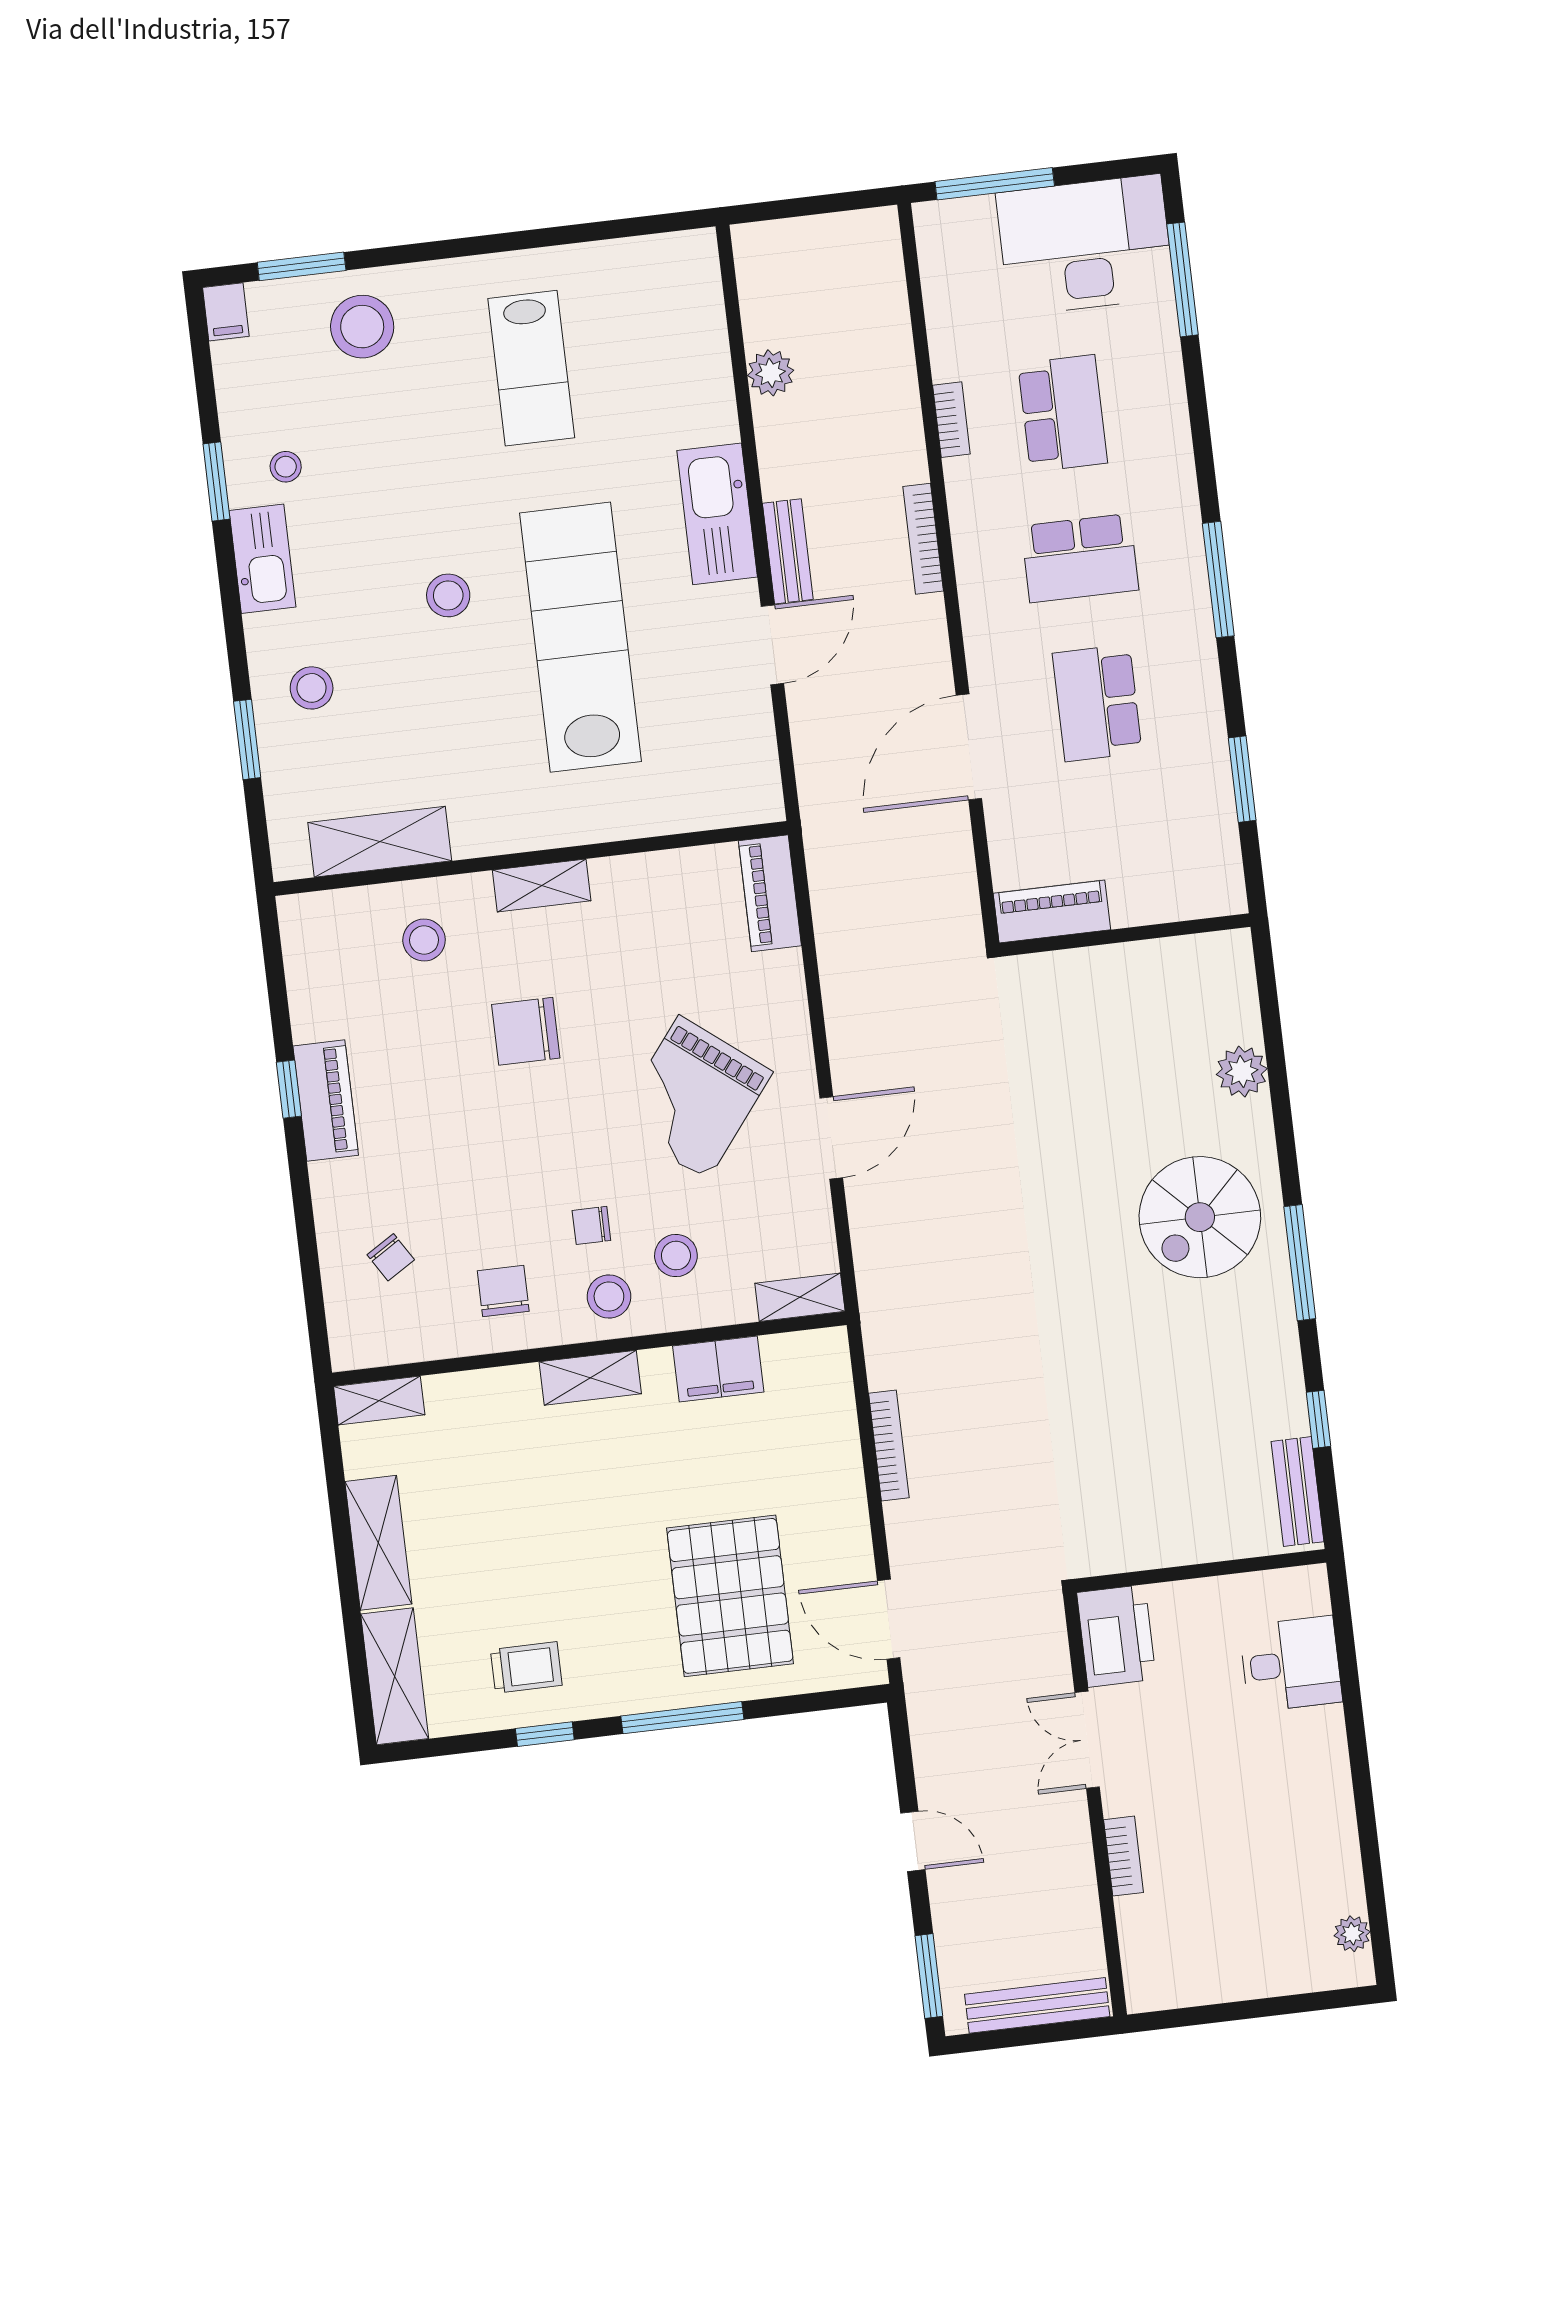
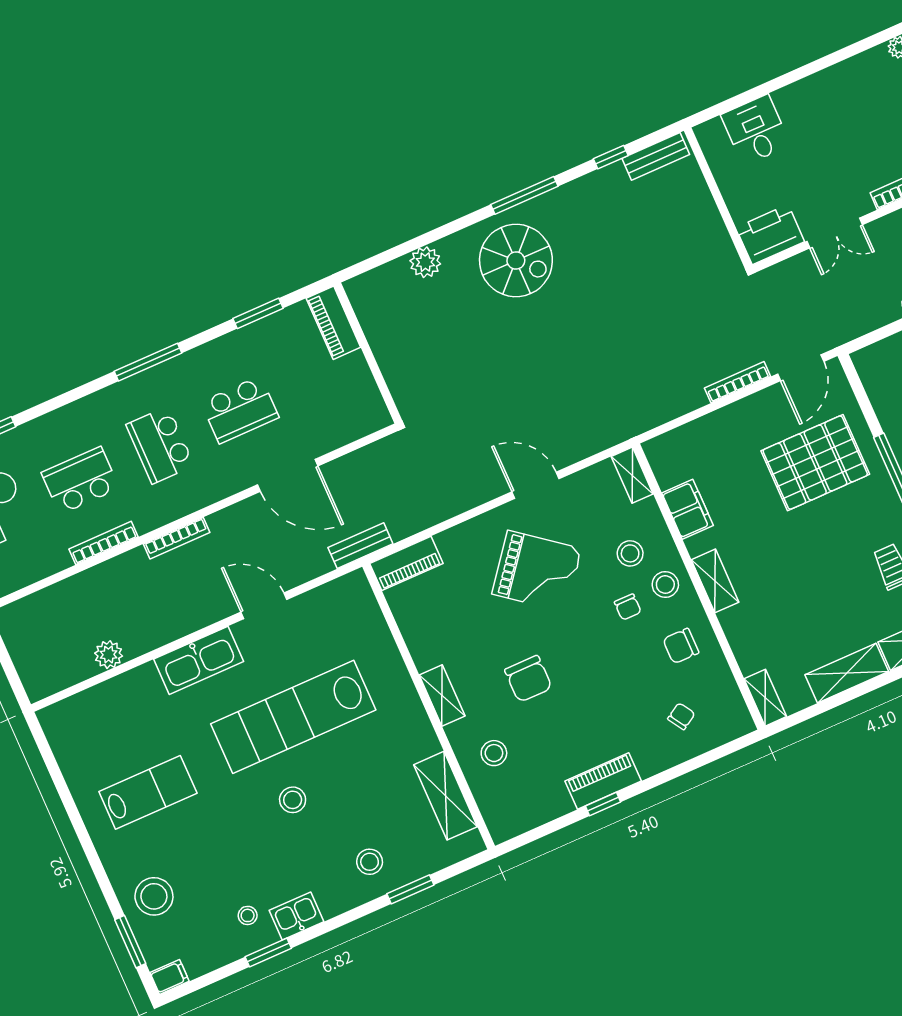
bookcase: (951, 420) -> (104, 543), width x1.56
bench: (788, 551) -> (360, 546), moved
school desk: (1080, 558) -> (160, 445), turned 180
kitchen sink: (262, 559) -> (296, 916), width x0.73
piano: (1052, 911) -> (333, 323), moved
bookcase: (889, 1446) -> (737, 382), moved

